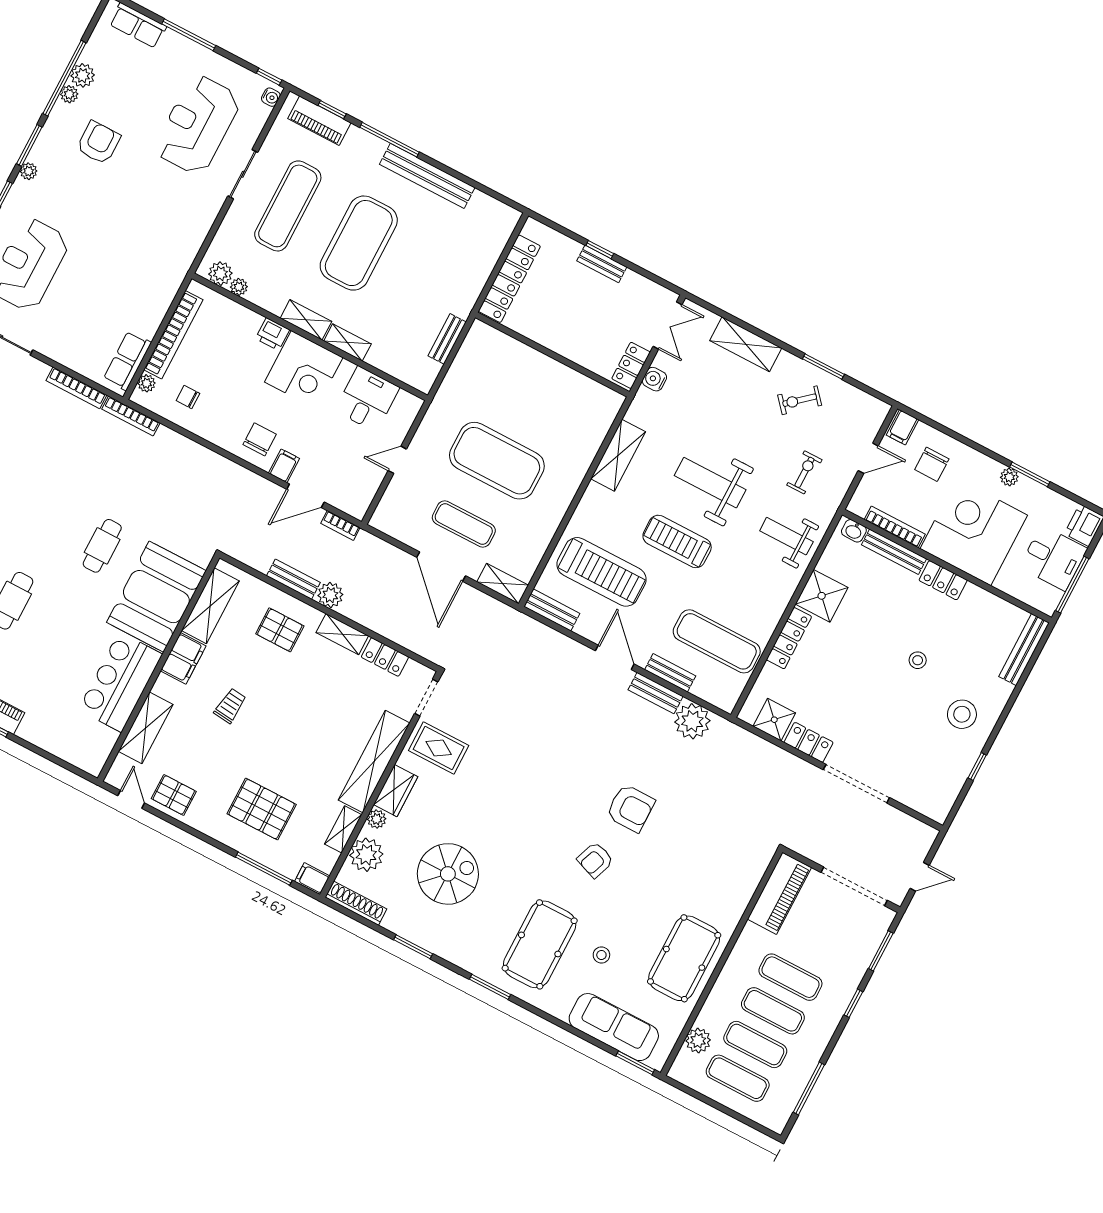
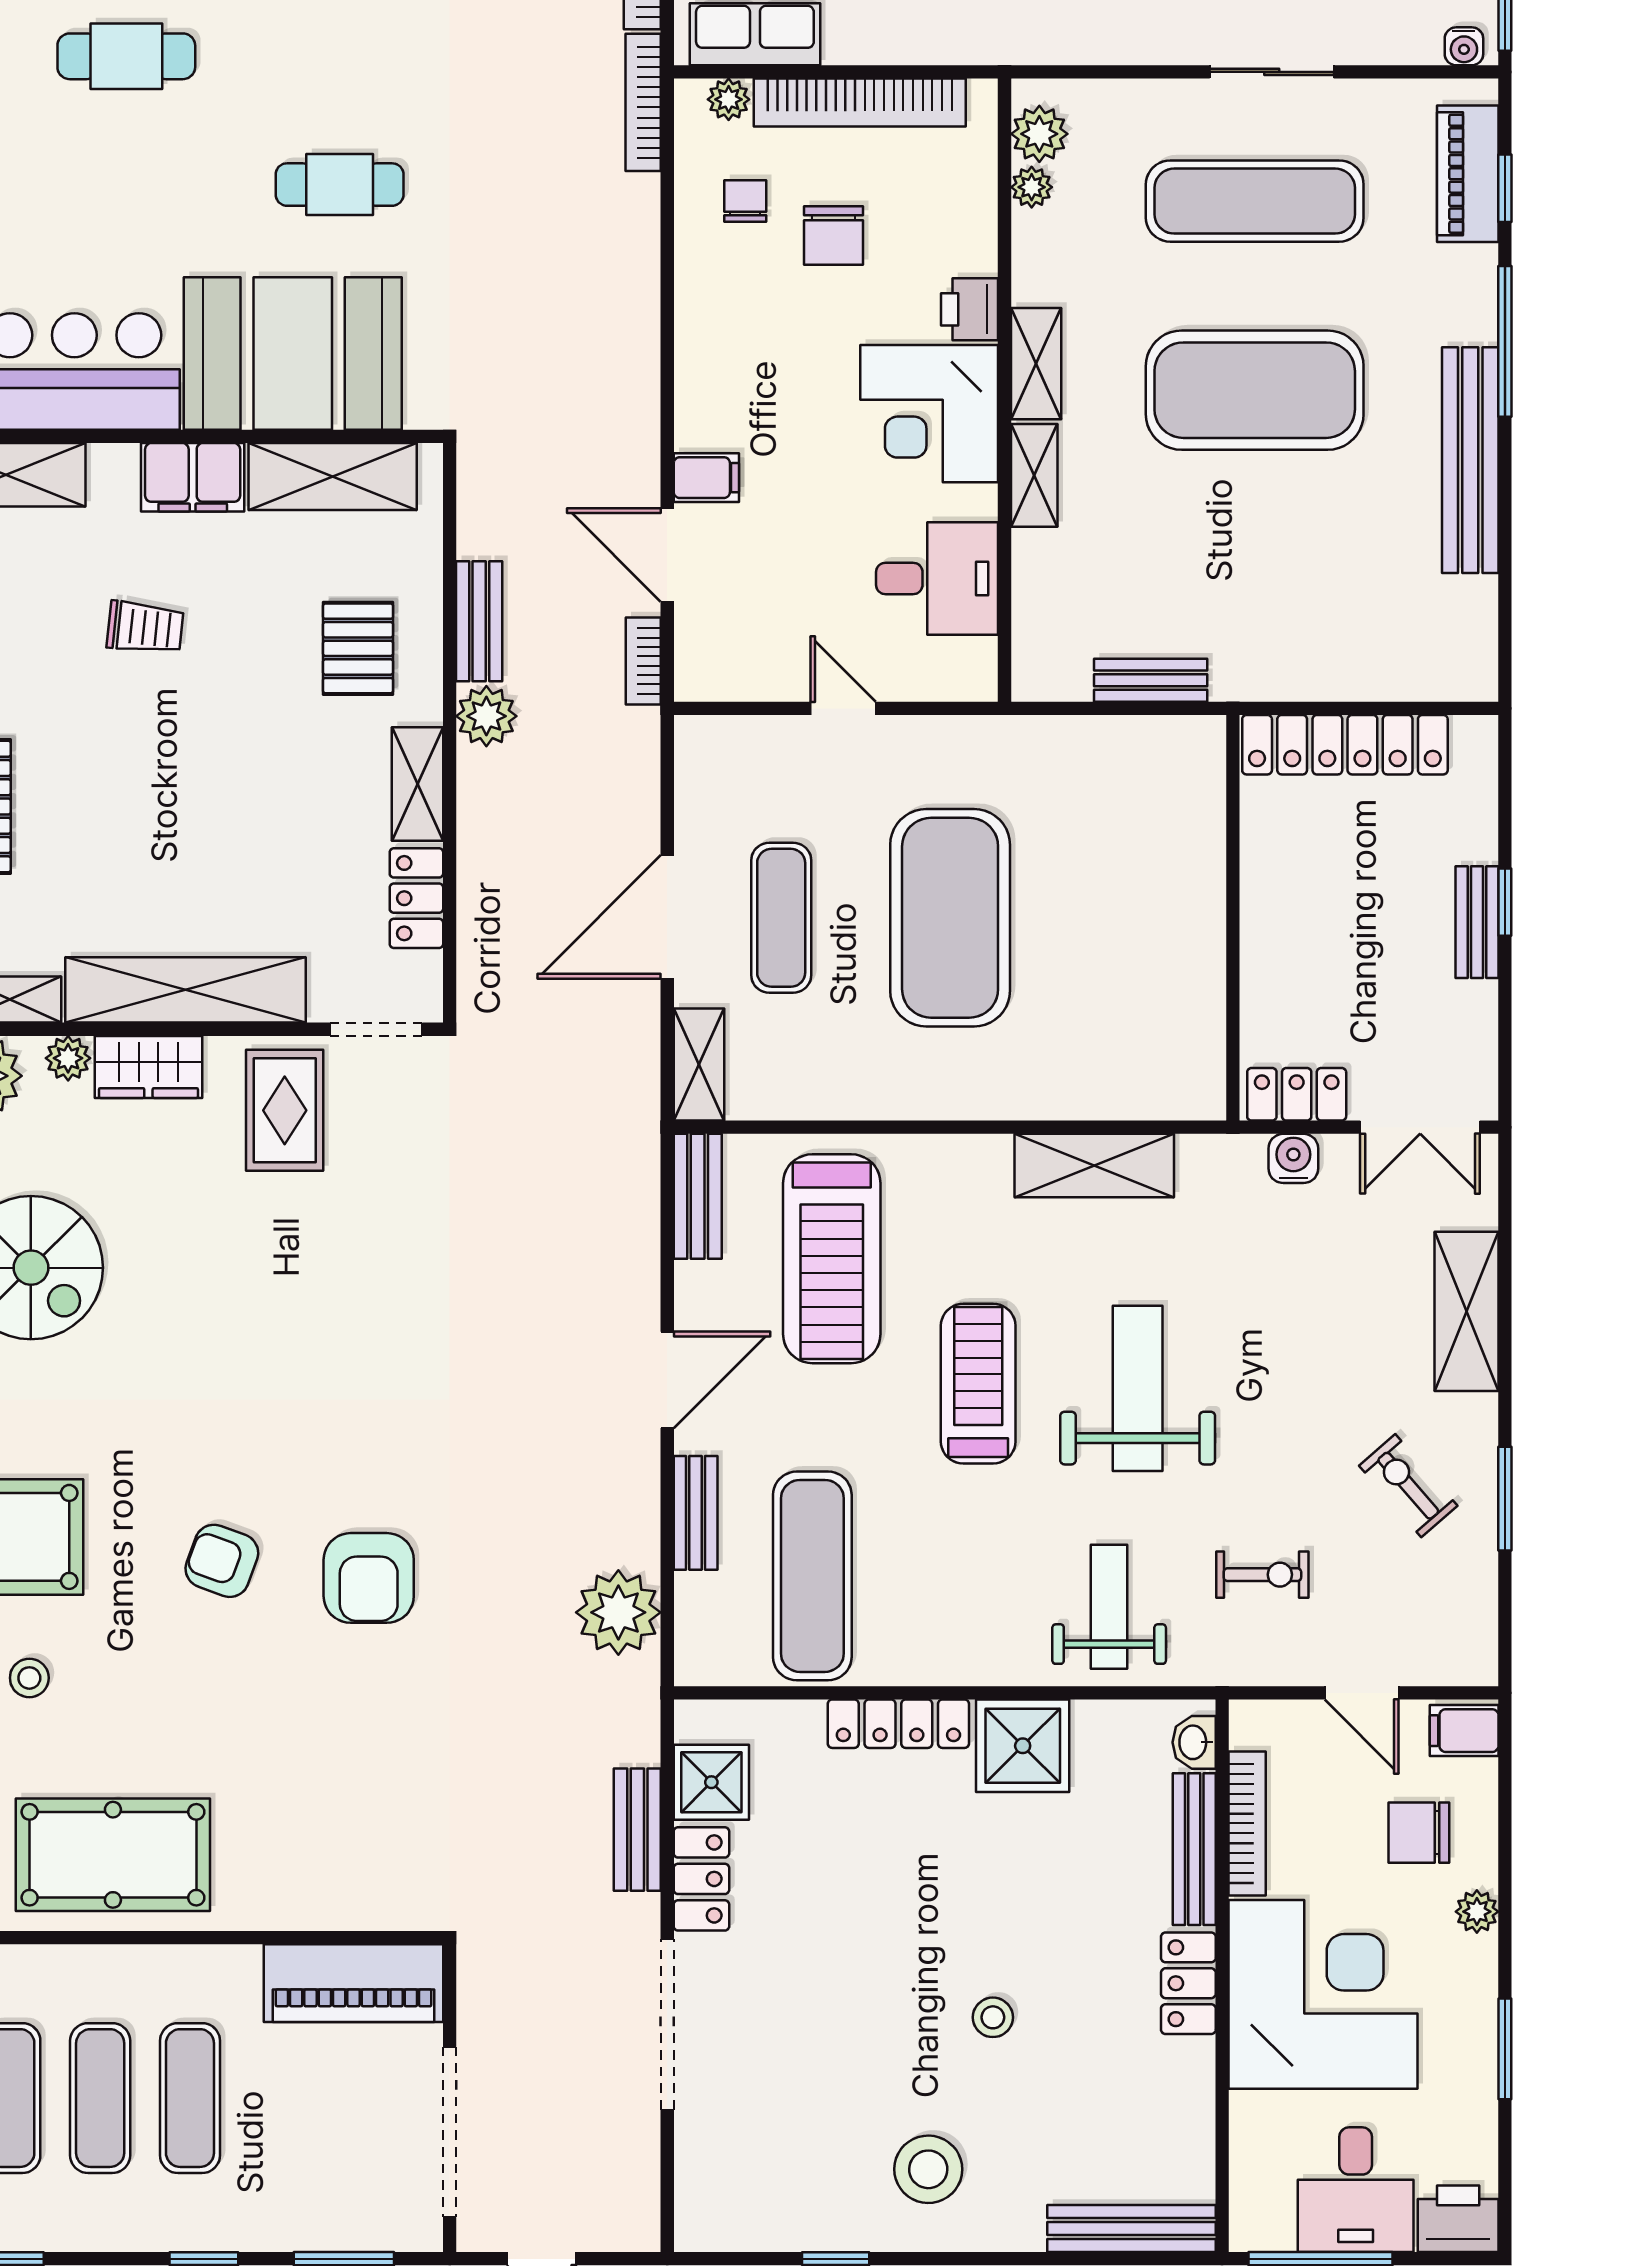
chair: (260, 439) -> (834, 235), moved, turned 90
plant: (1009, 477) -> (1477, 1912), moved
bench: (656, 693) -> (637, 1830), moved

